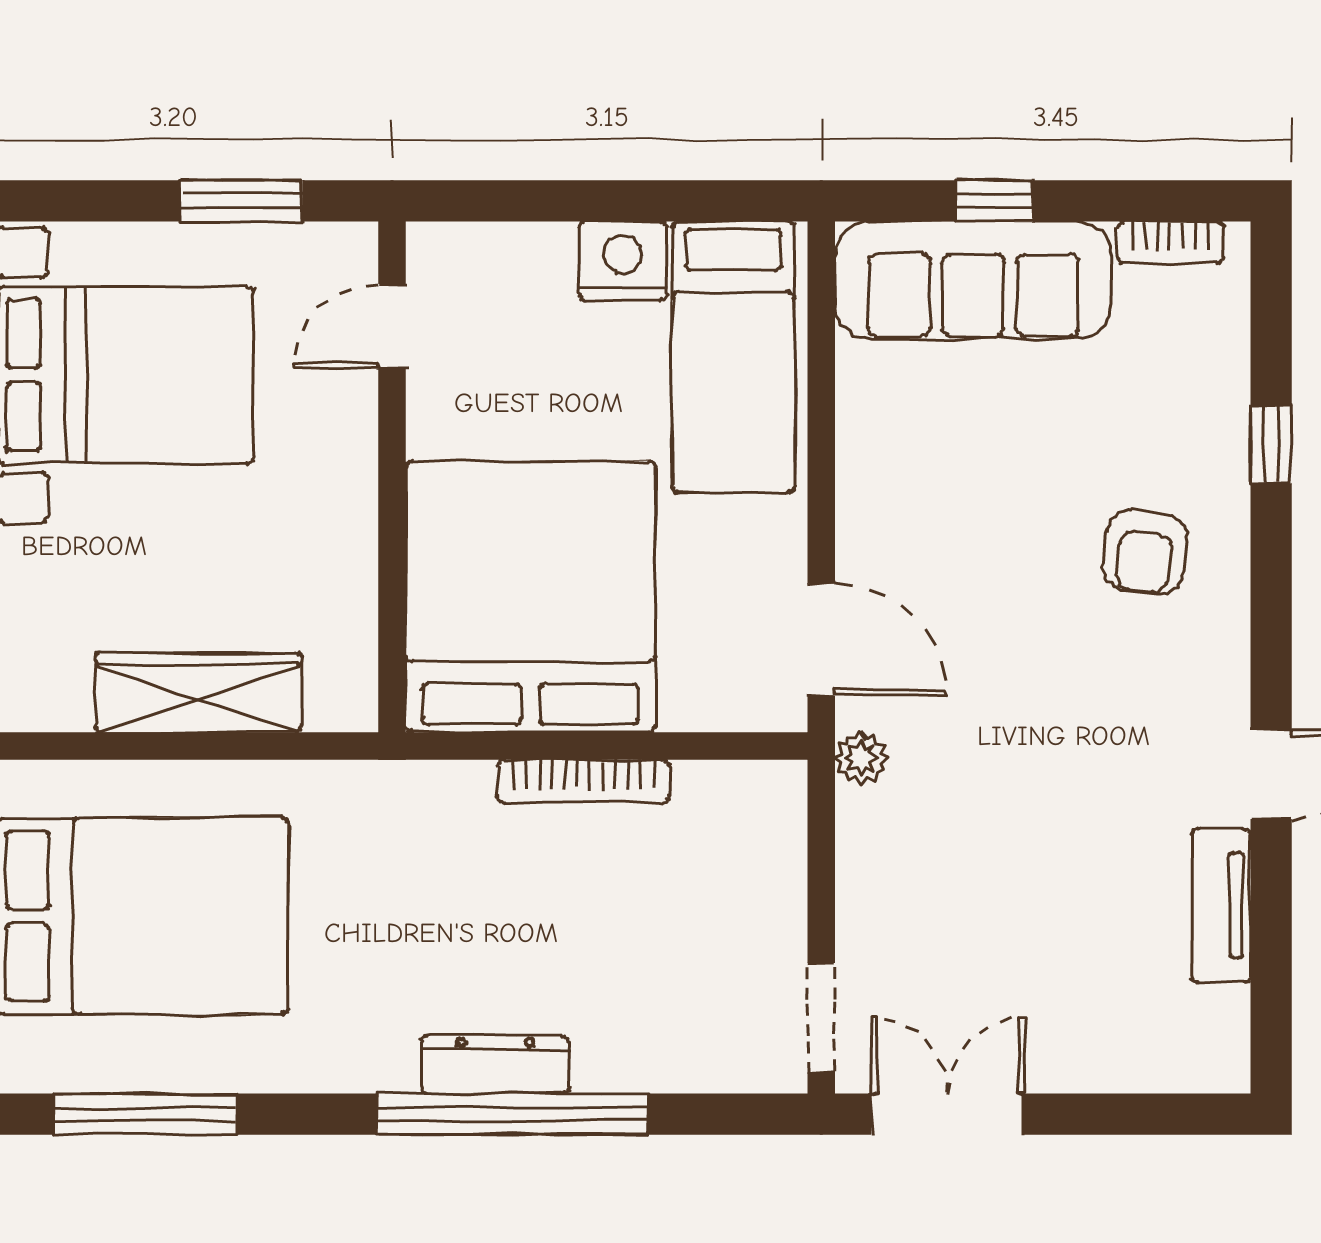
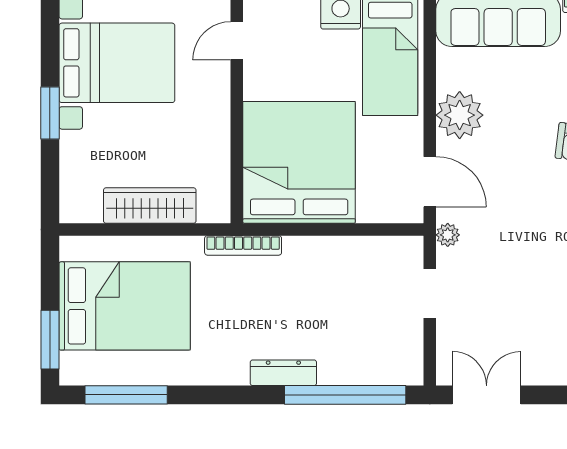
plant: (888, 491) -> (460, 115), added
bookcase: (583, 782) -> (243, 245), moved
doorway: (821, 1018) -> (430, 294), moved
window: (512, 1114) -> (345, 395), moved

